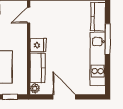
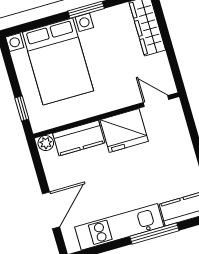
fridge: (38, 45) -> (124, 131), width x1.88, depth x1.34
door: (64, 97) -> (51, 210), moved

